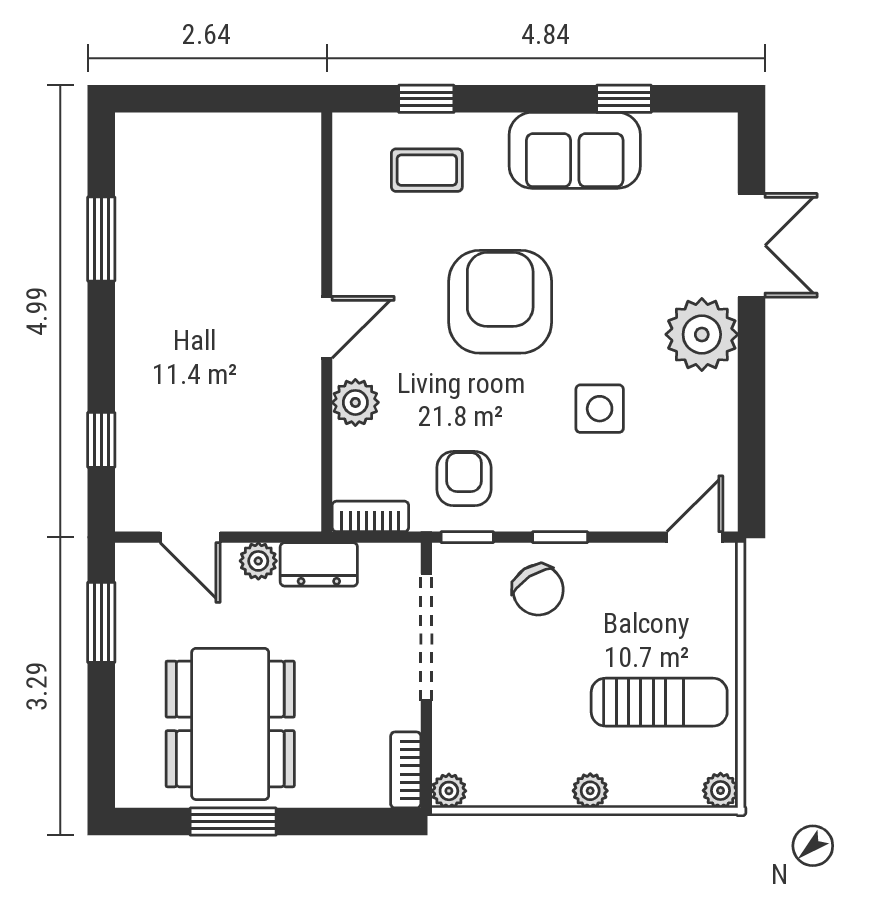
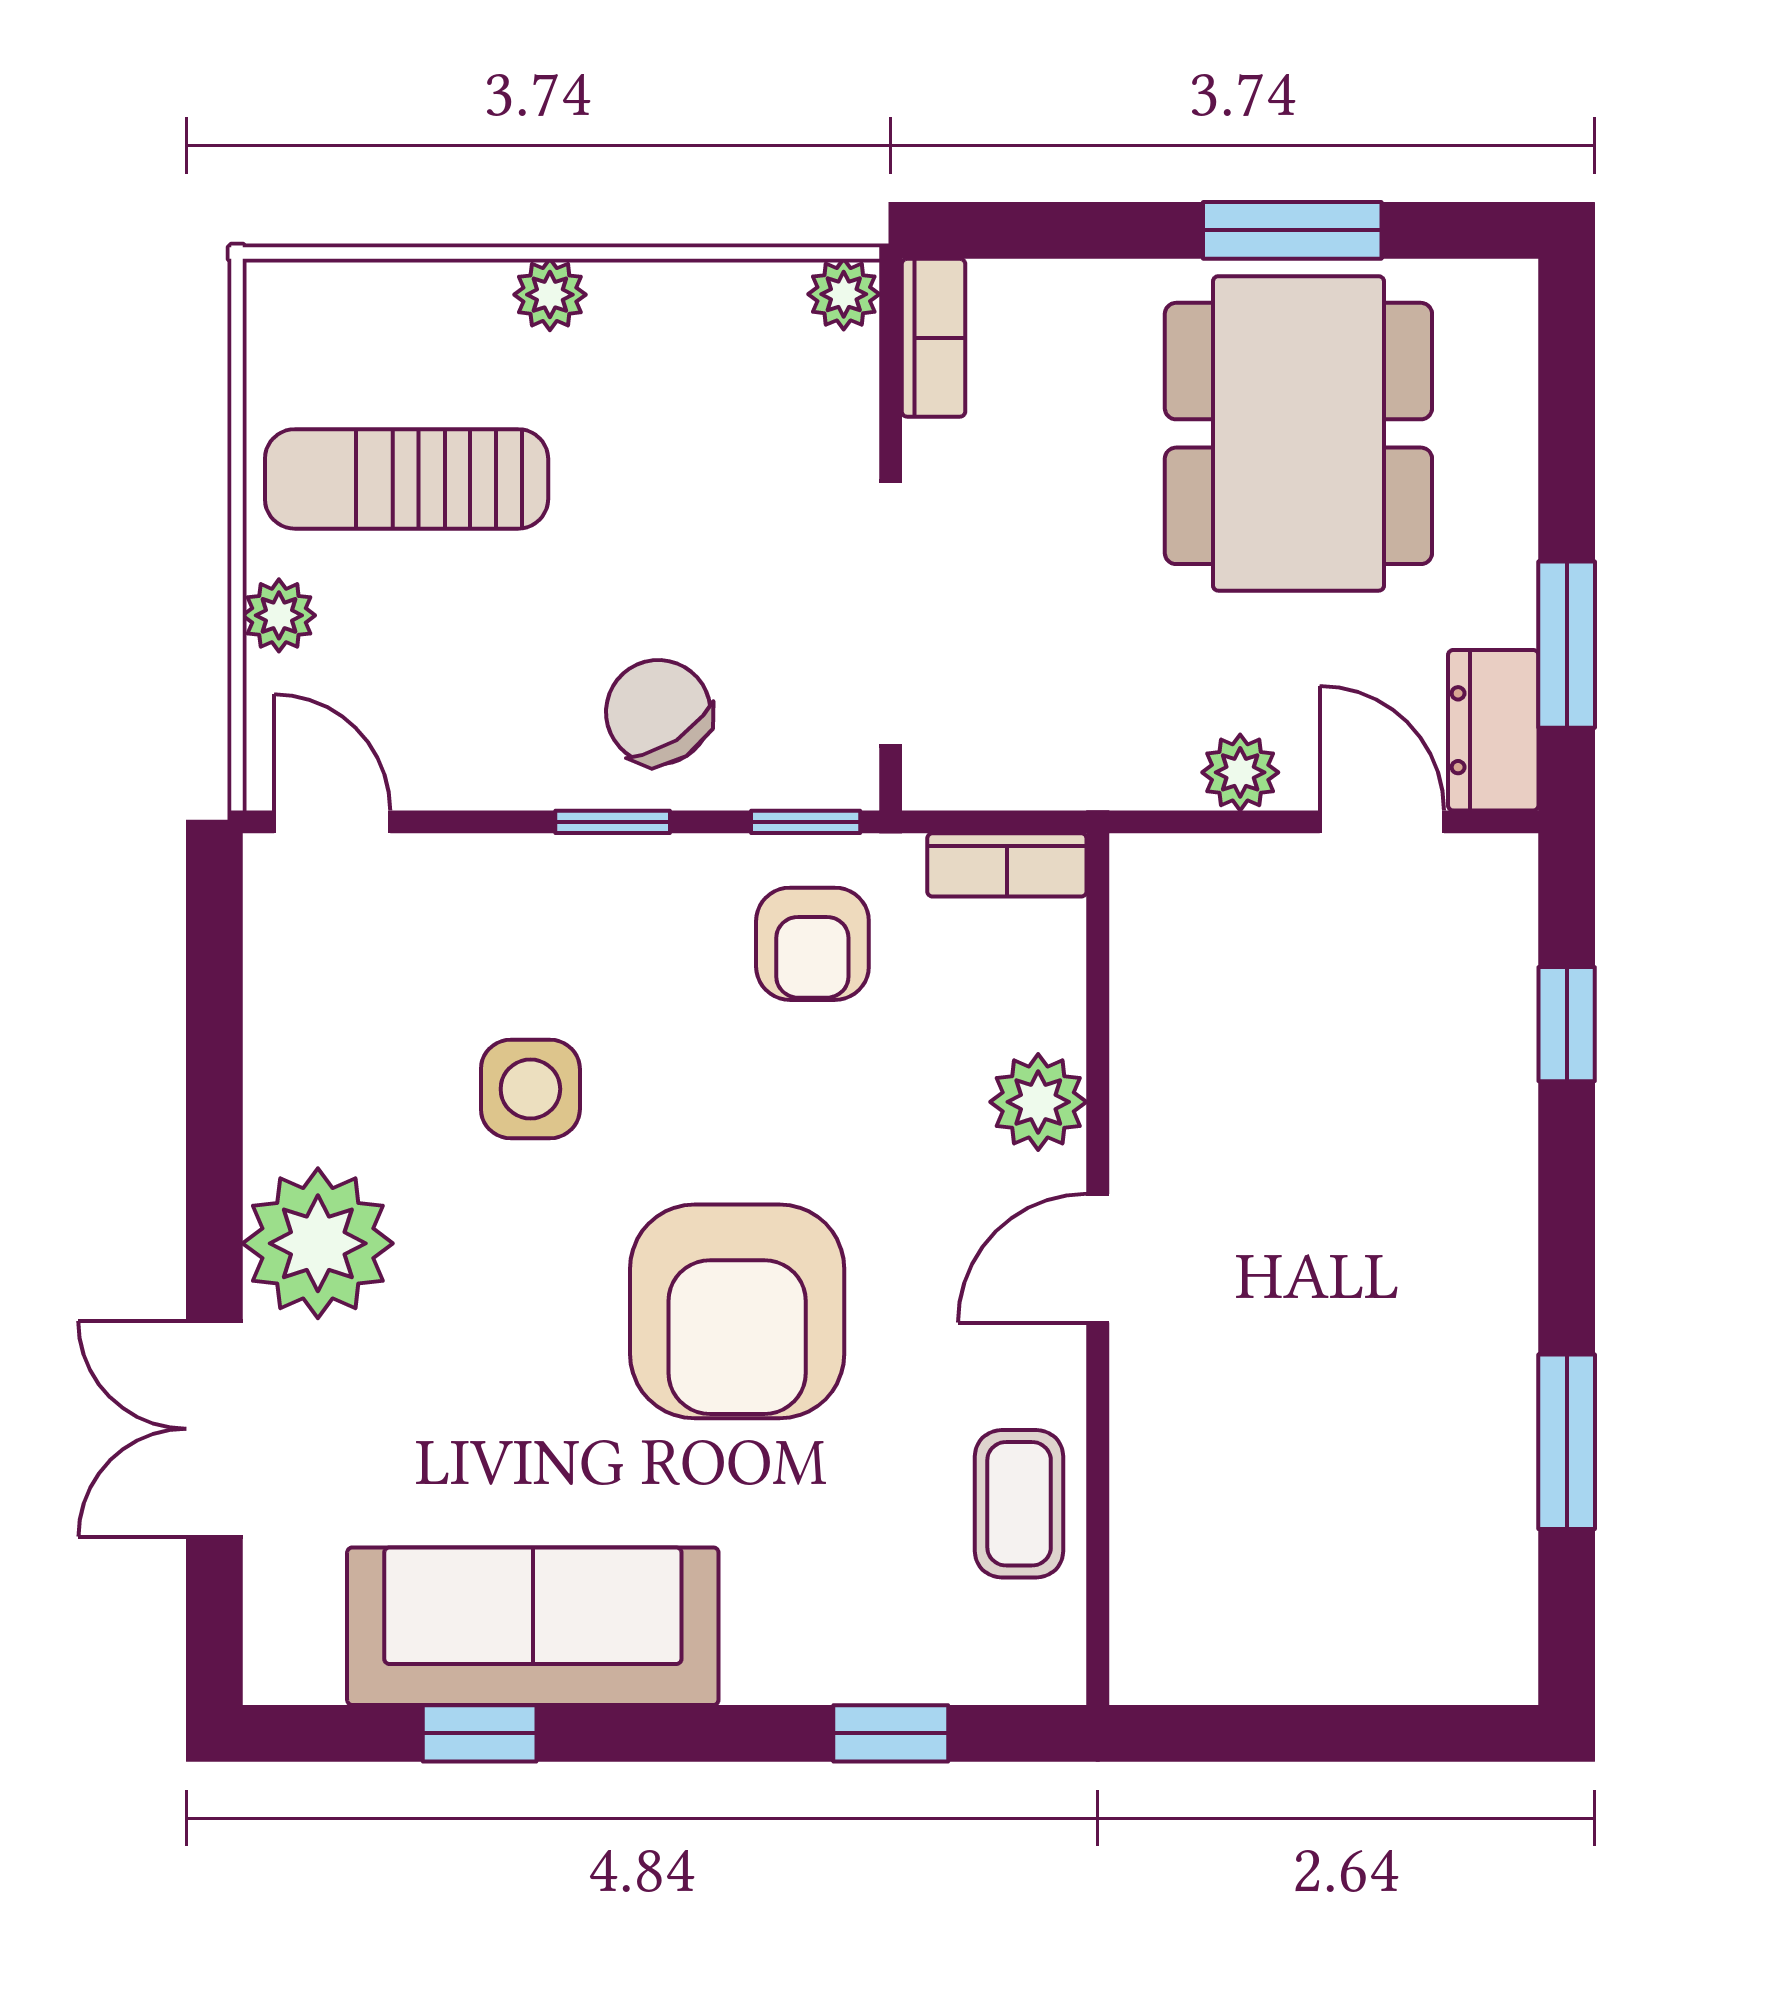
sofa: (575, 150) -> (533, 1626), width x1.36
coffee table: (427, 170) -> (1019, 1504), moved, turned 90
door: (695, 537) -> (332, 822), swing flipped
dresser: (319, 564) -> (1493, 730), moved, turned -90
plant: (721, 791) -> (279, 615), moved

